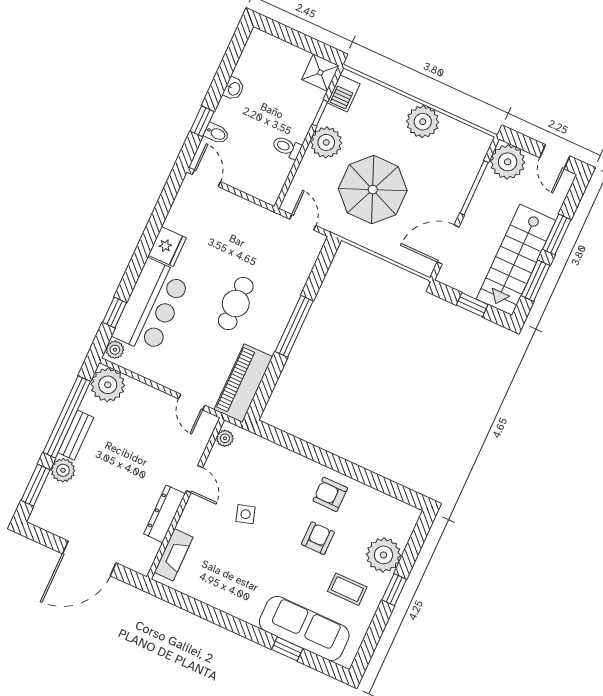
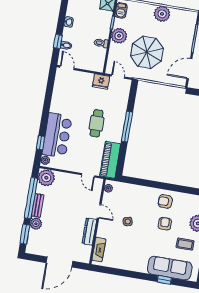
fridge: (167, 247) -> (101, 81), moved, turned 90

